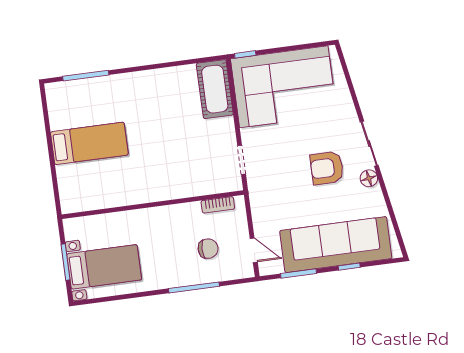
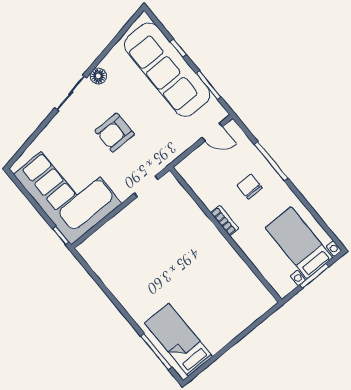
cot: (215, 89) -> (103, 242), removed
bed: (89, 143) -> (179, 340), moved
armchair: (327, 168) -> (115, 133), moved, turned 90
bookcase: (218, 205) -> (225, 221), moved
chair: (208, 249) -> (250, 187), moved
door: (254, 250) -> (212, 132), swing flipped

